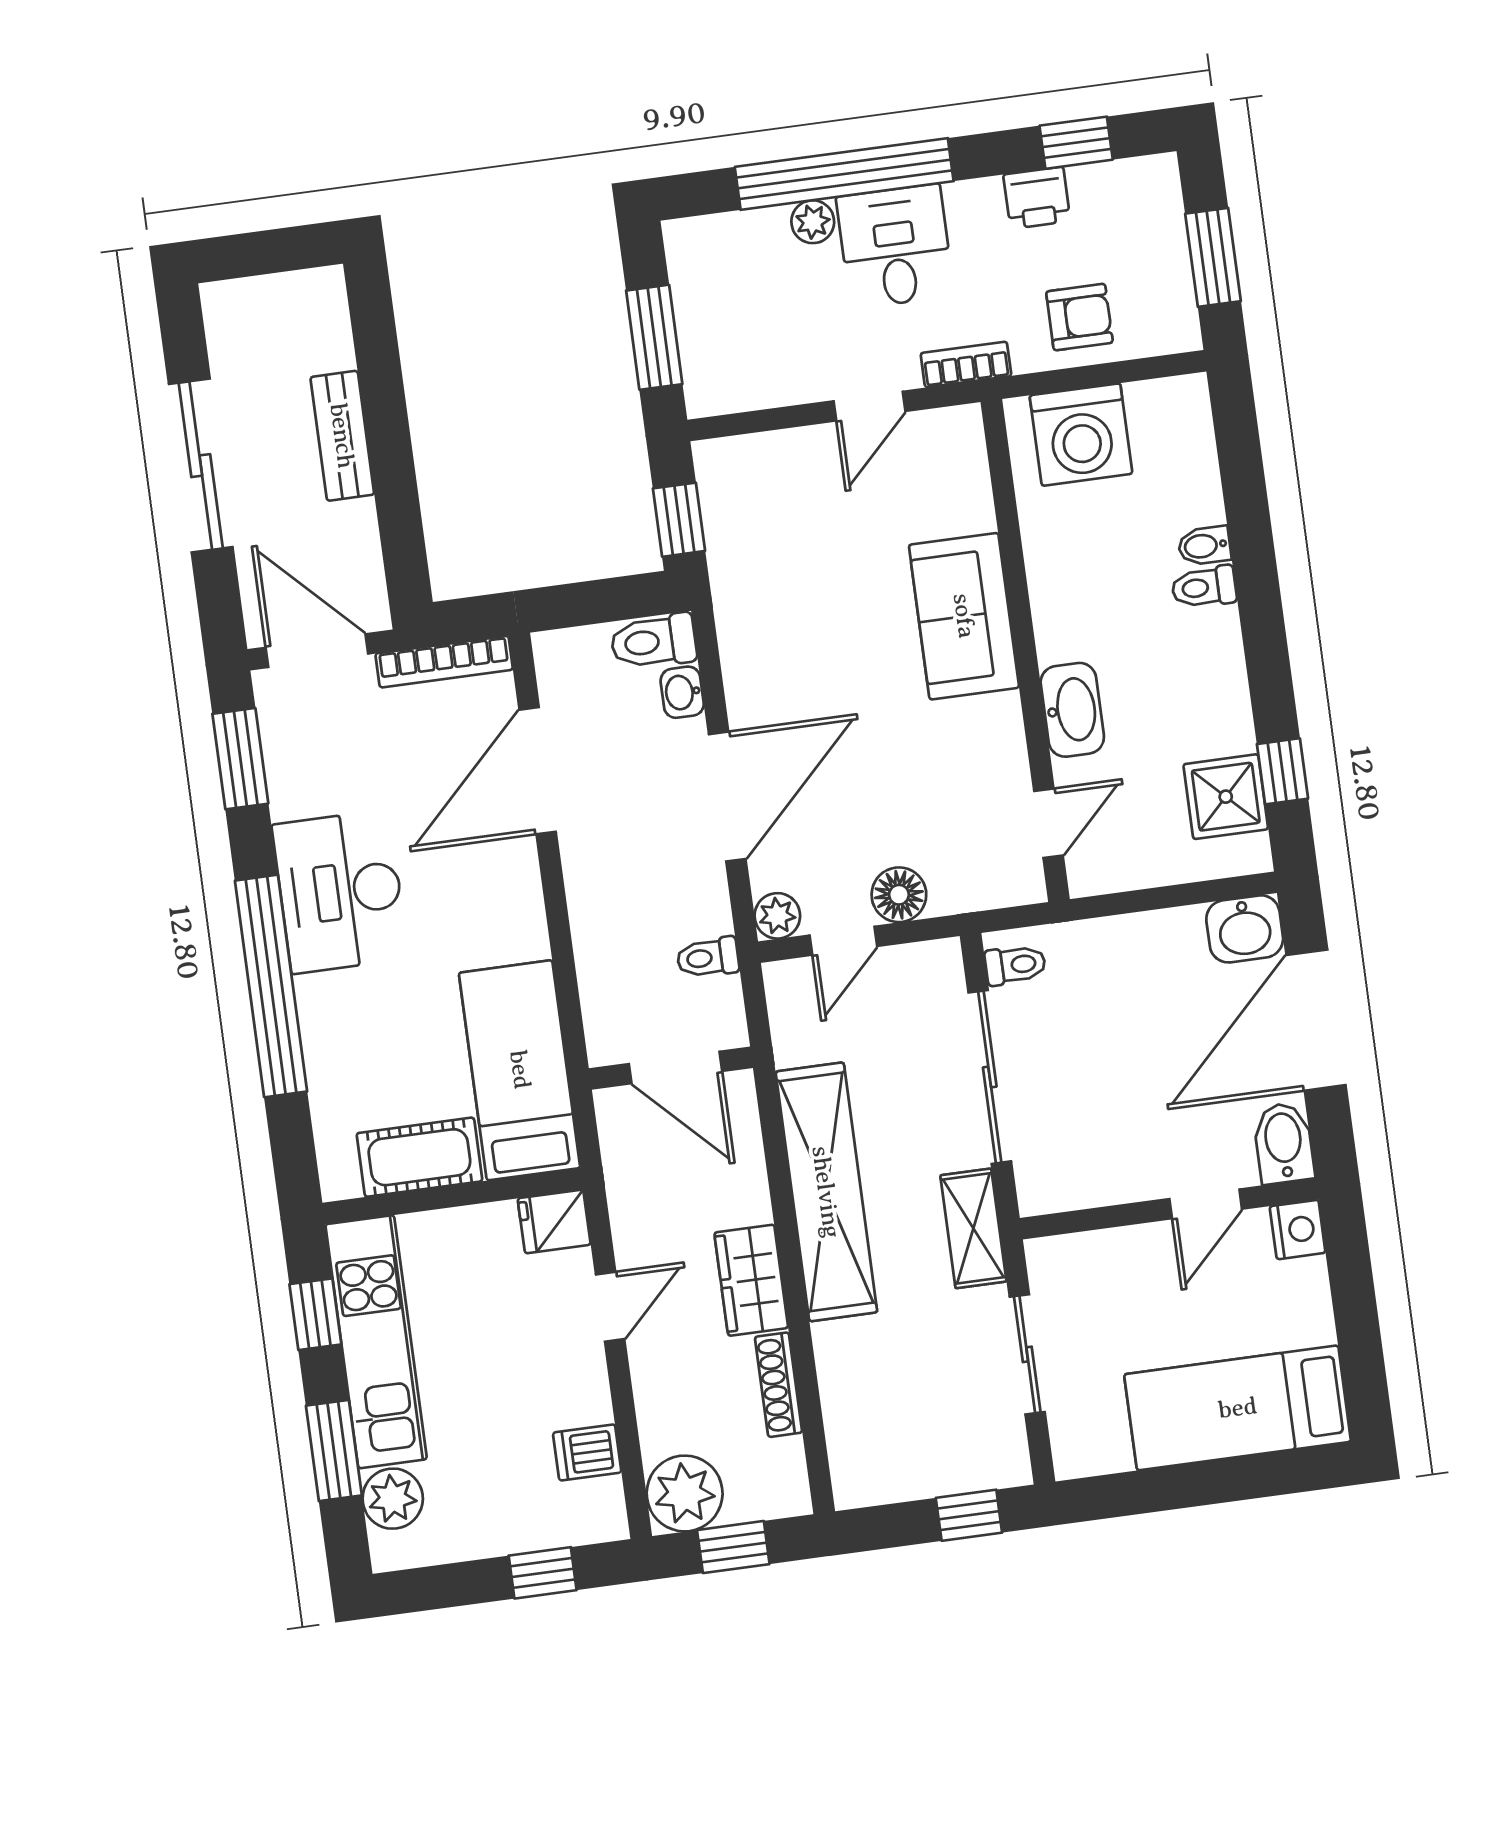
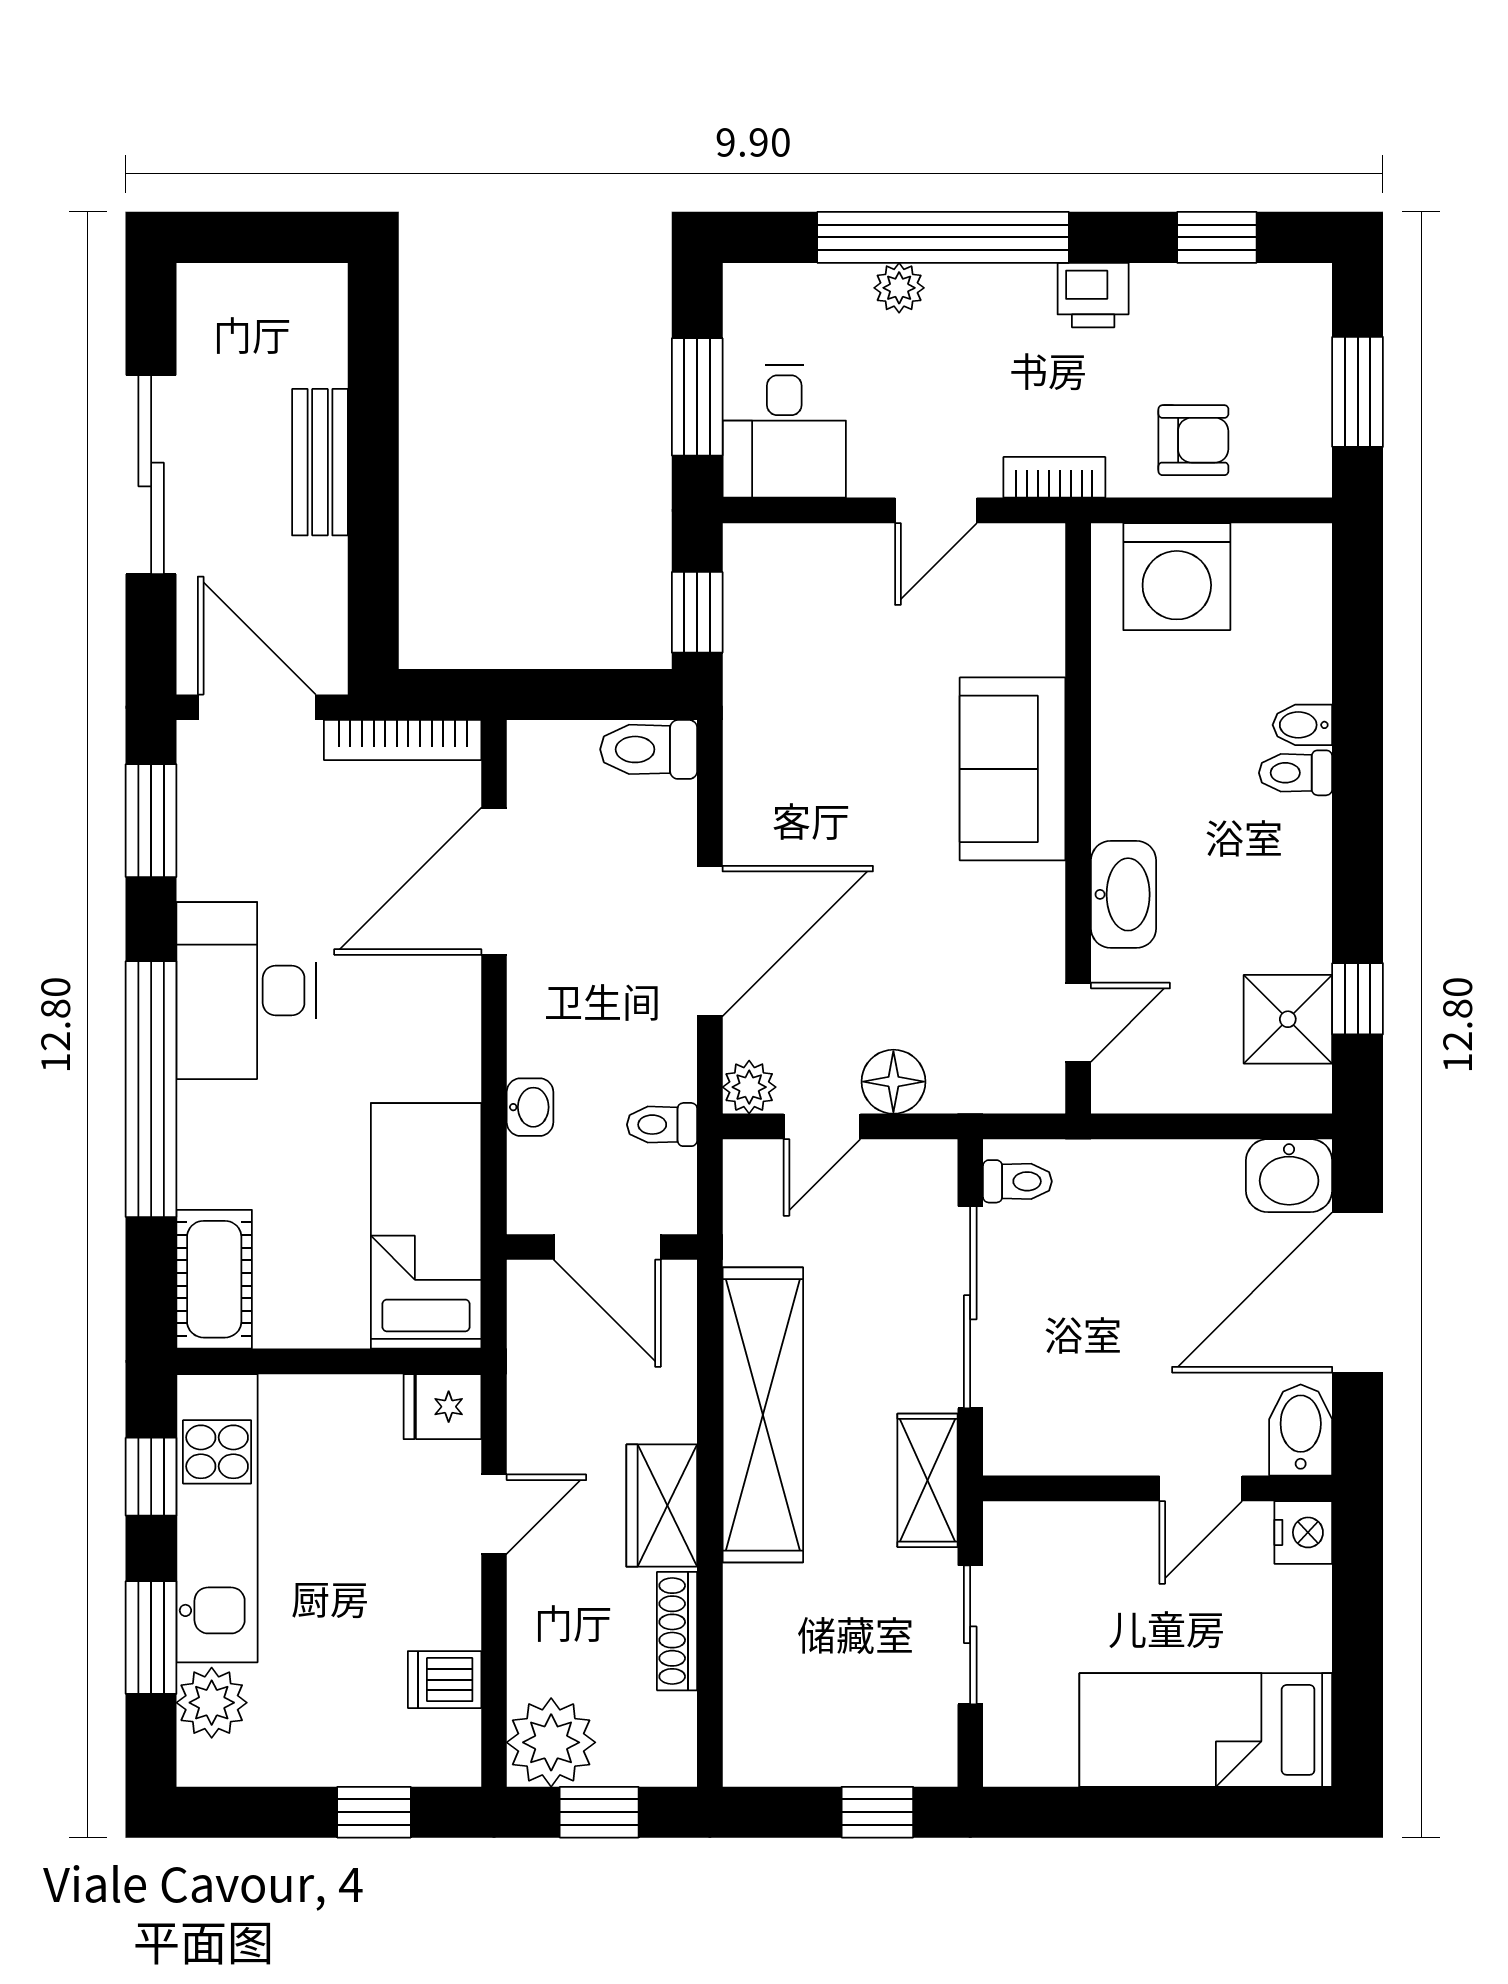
printer: (1037, 198) -> (1093, 295), moved
desk: (895, 246) -> (784, 431), moved, turned 180
washbasin: (682, 692) -> (530, 1107), moved, turned 180
cot: (419, 1157) -> (214, 1279), moved, turned 90

